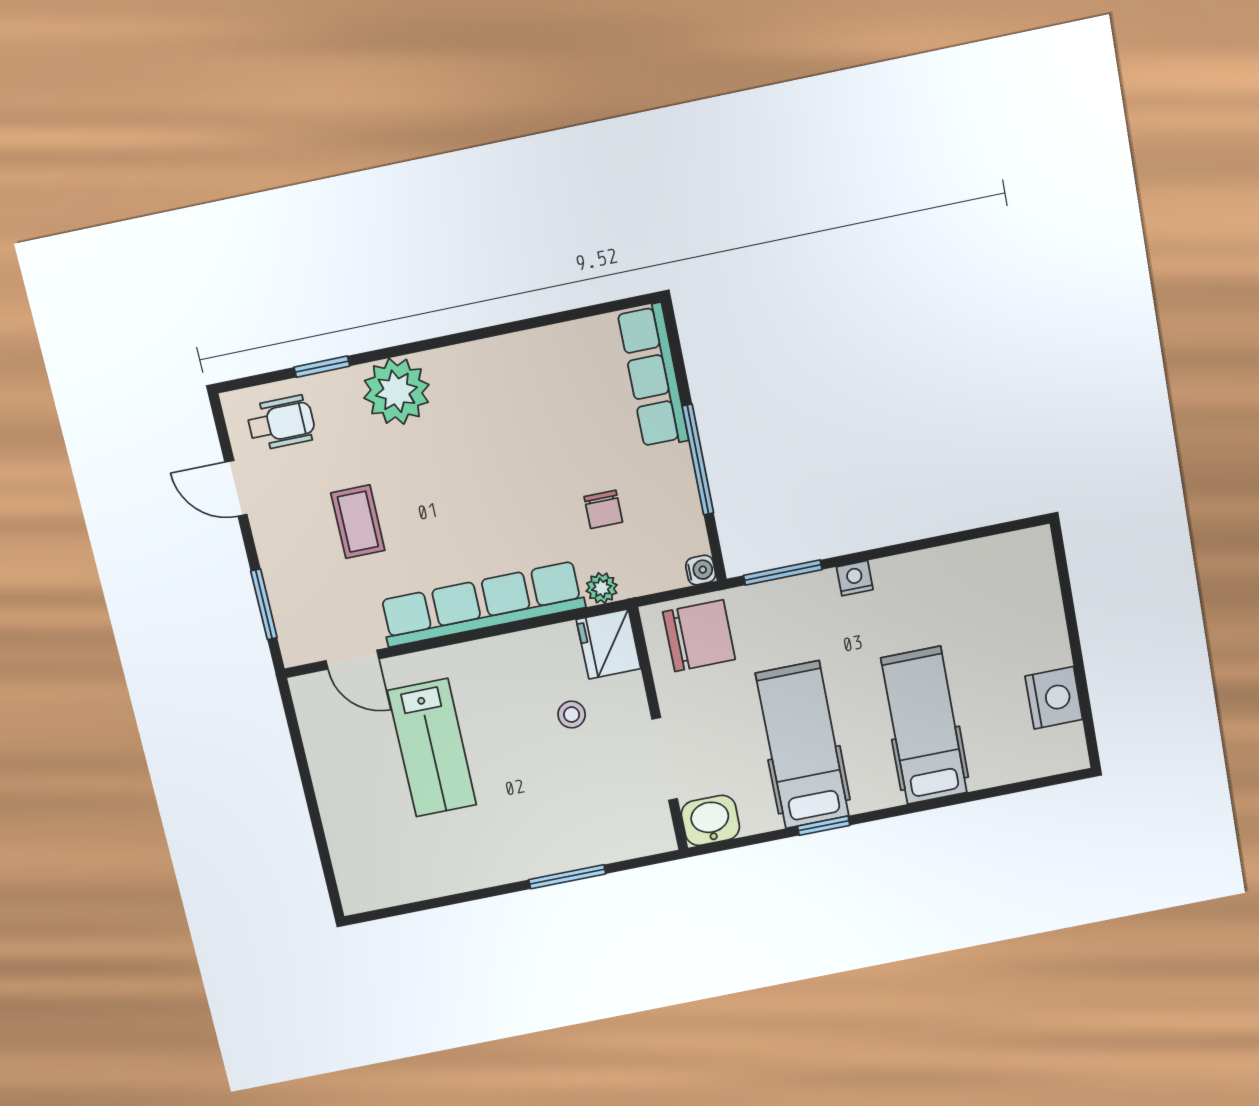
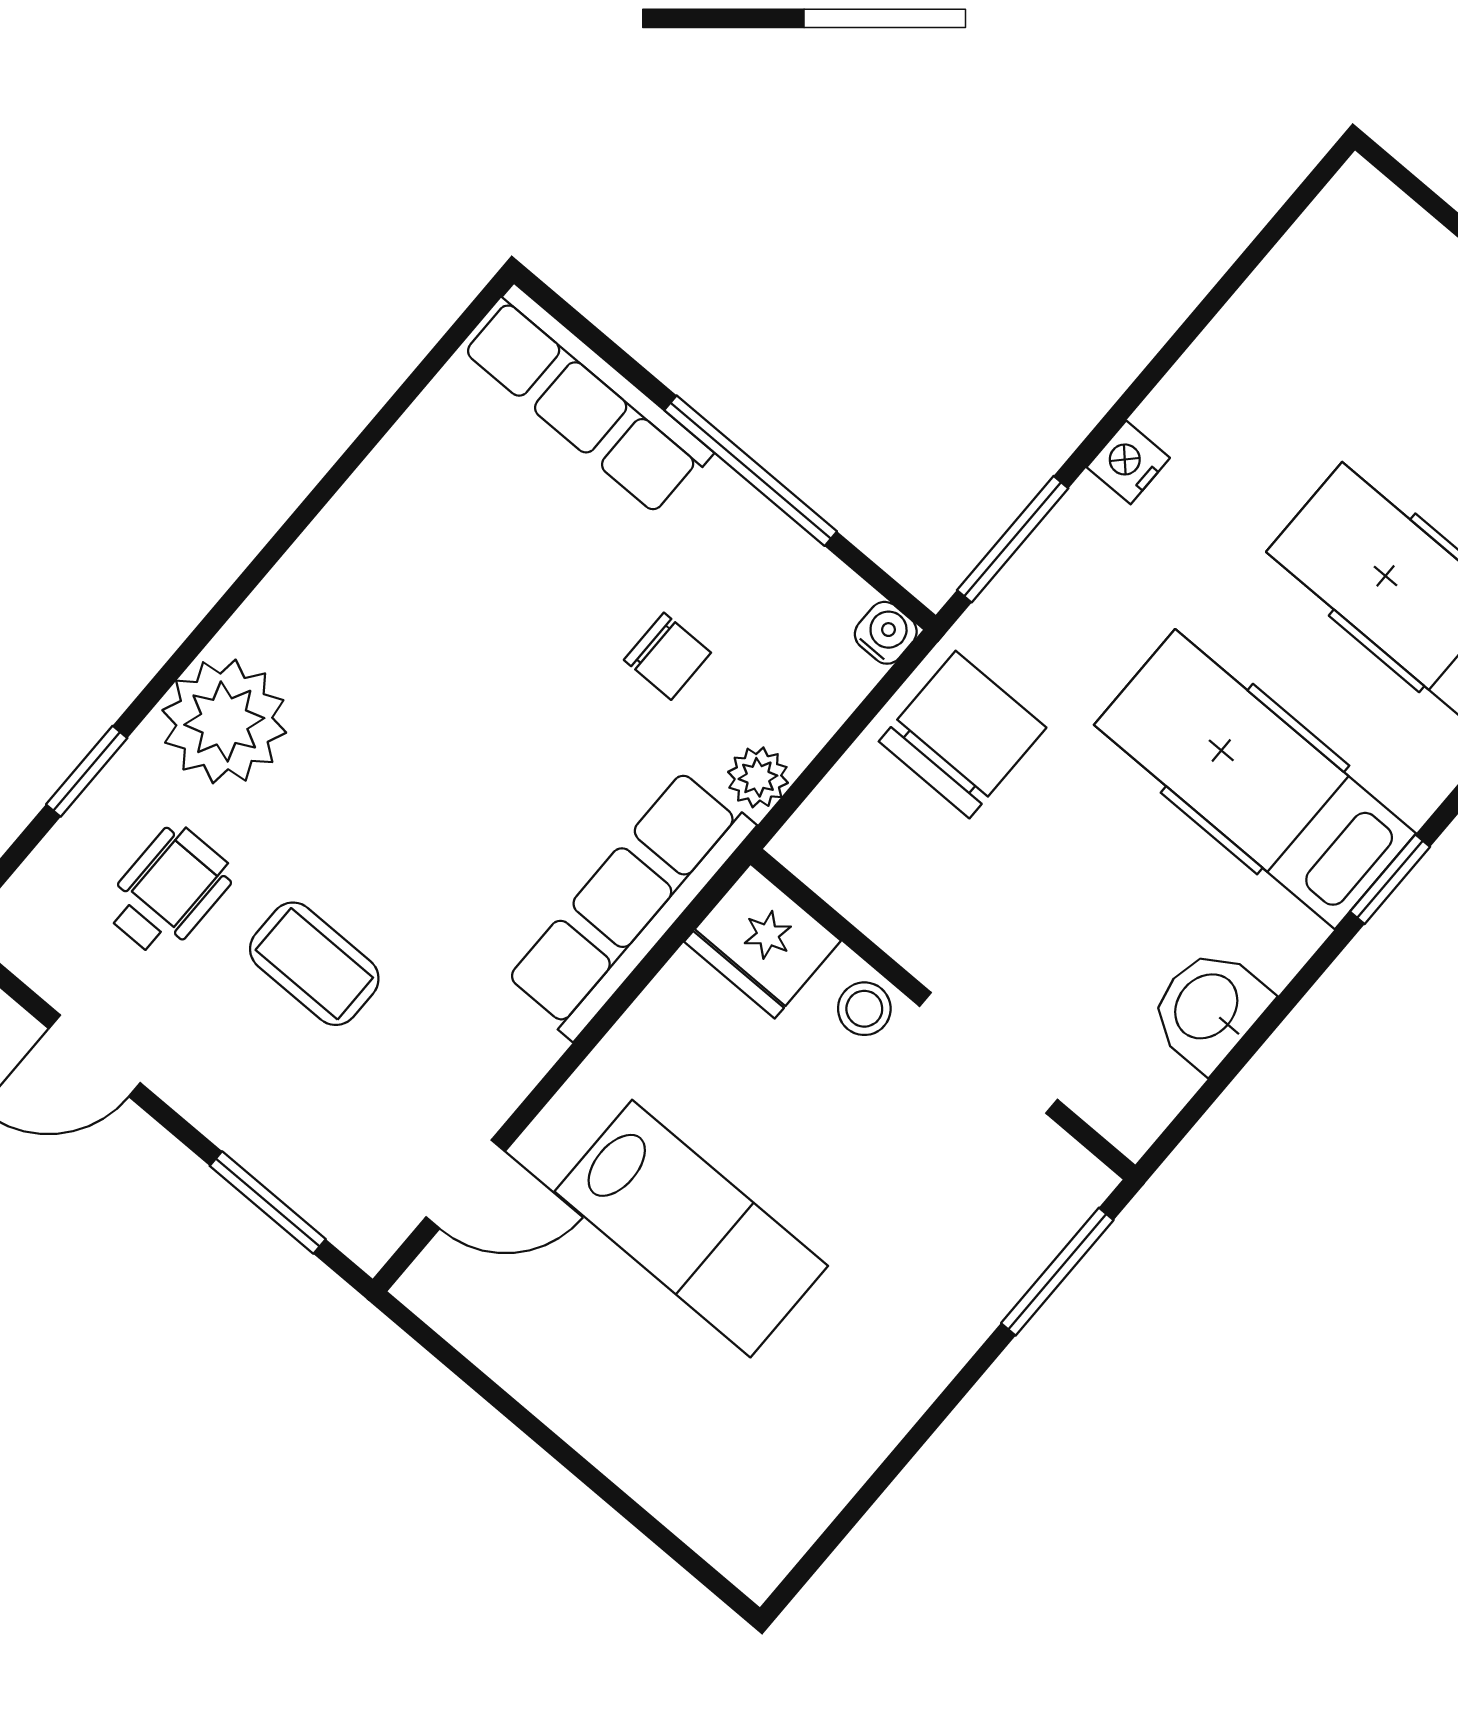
wheelchair: (281, 423) -> (168, 891), moved
row of seats: (482, 604) -> (630, 904), width x0.73
fridge: (609, 644) -> (763, 941), moved
wall: (659, 730) -> (943, 1014), moved
doorway: (665, 759) -> (988, 1053), moved

